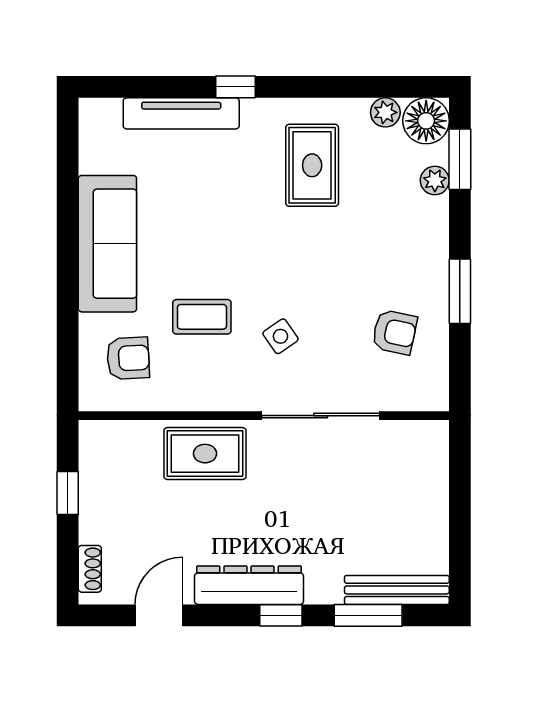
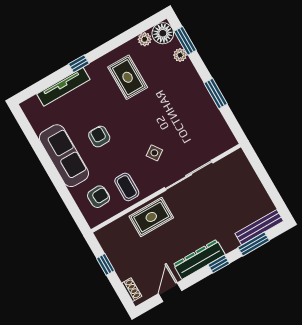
coffee table: (202, 317) -> (127, 187), moved, turned 90
armchair: (394, 332) -> (99, 137), moved, turned -102

